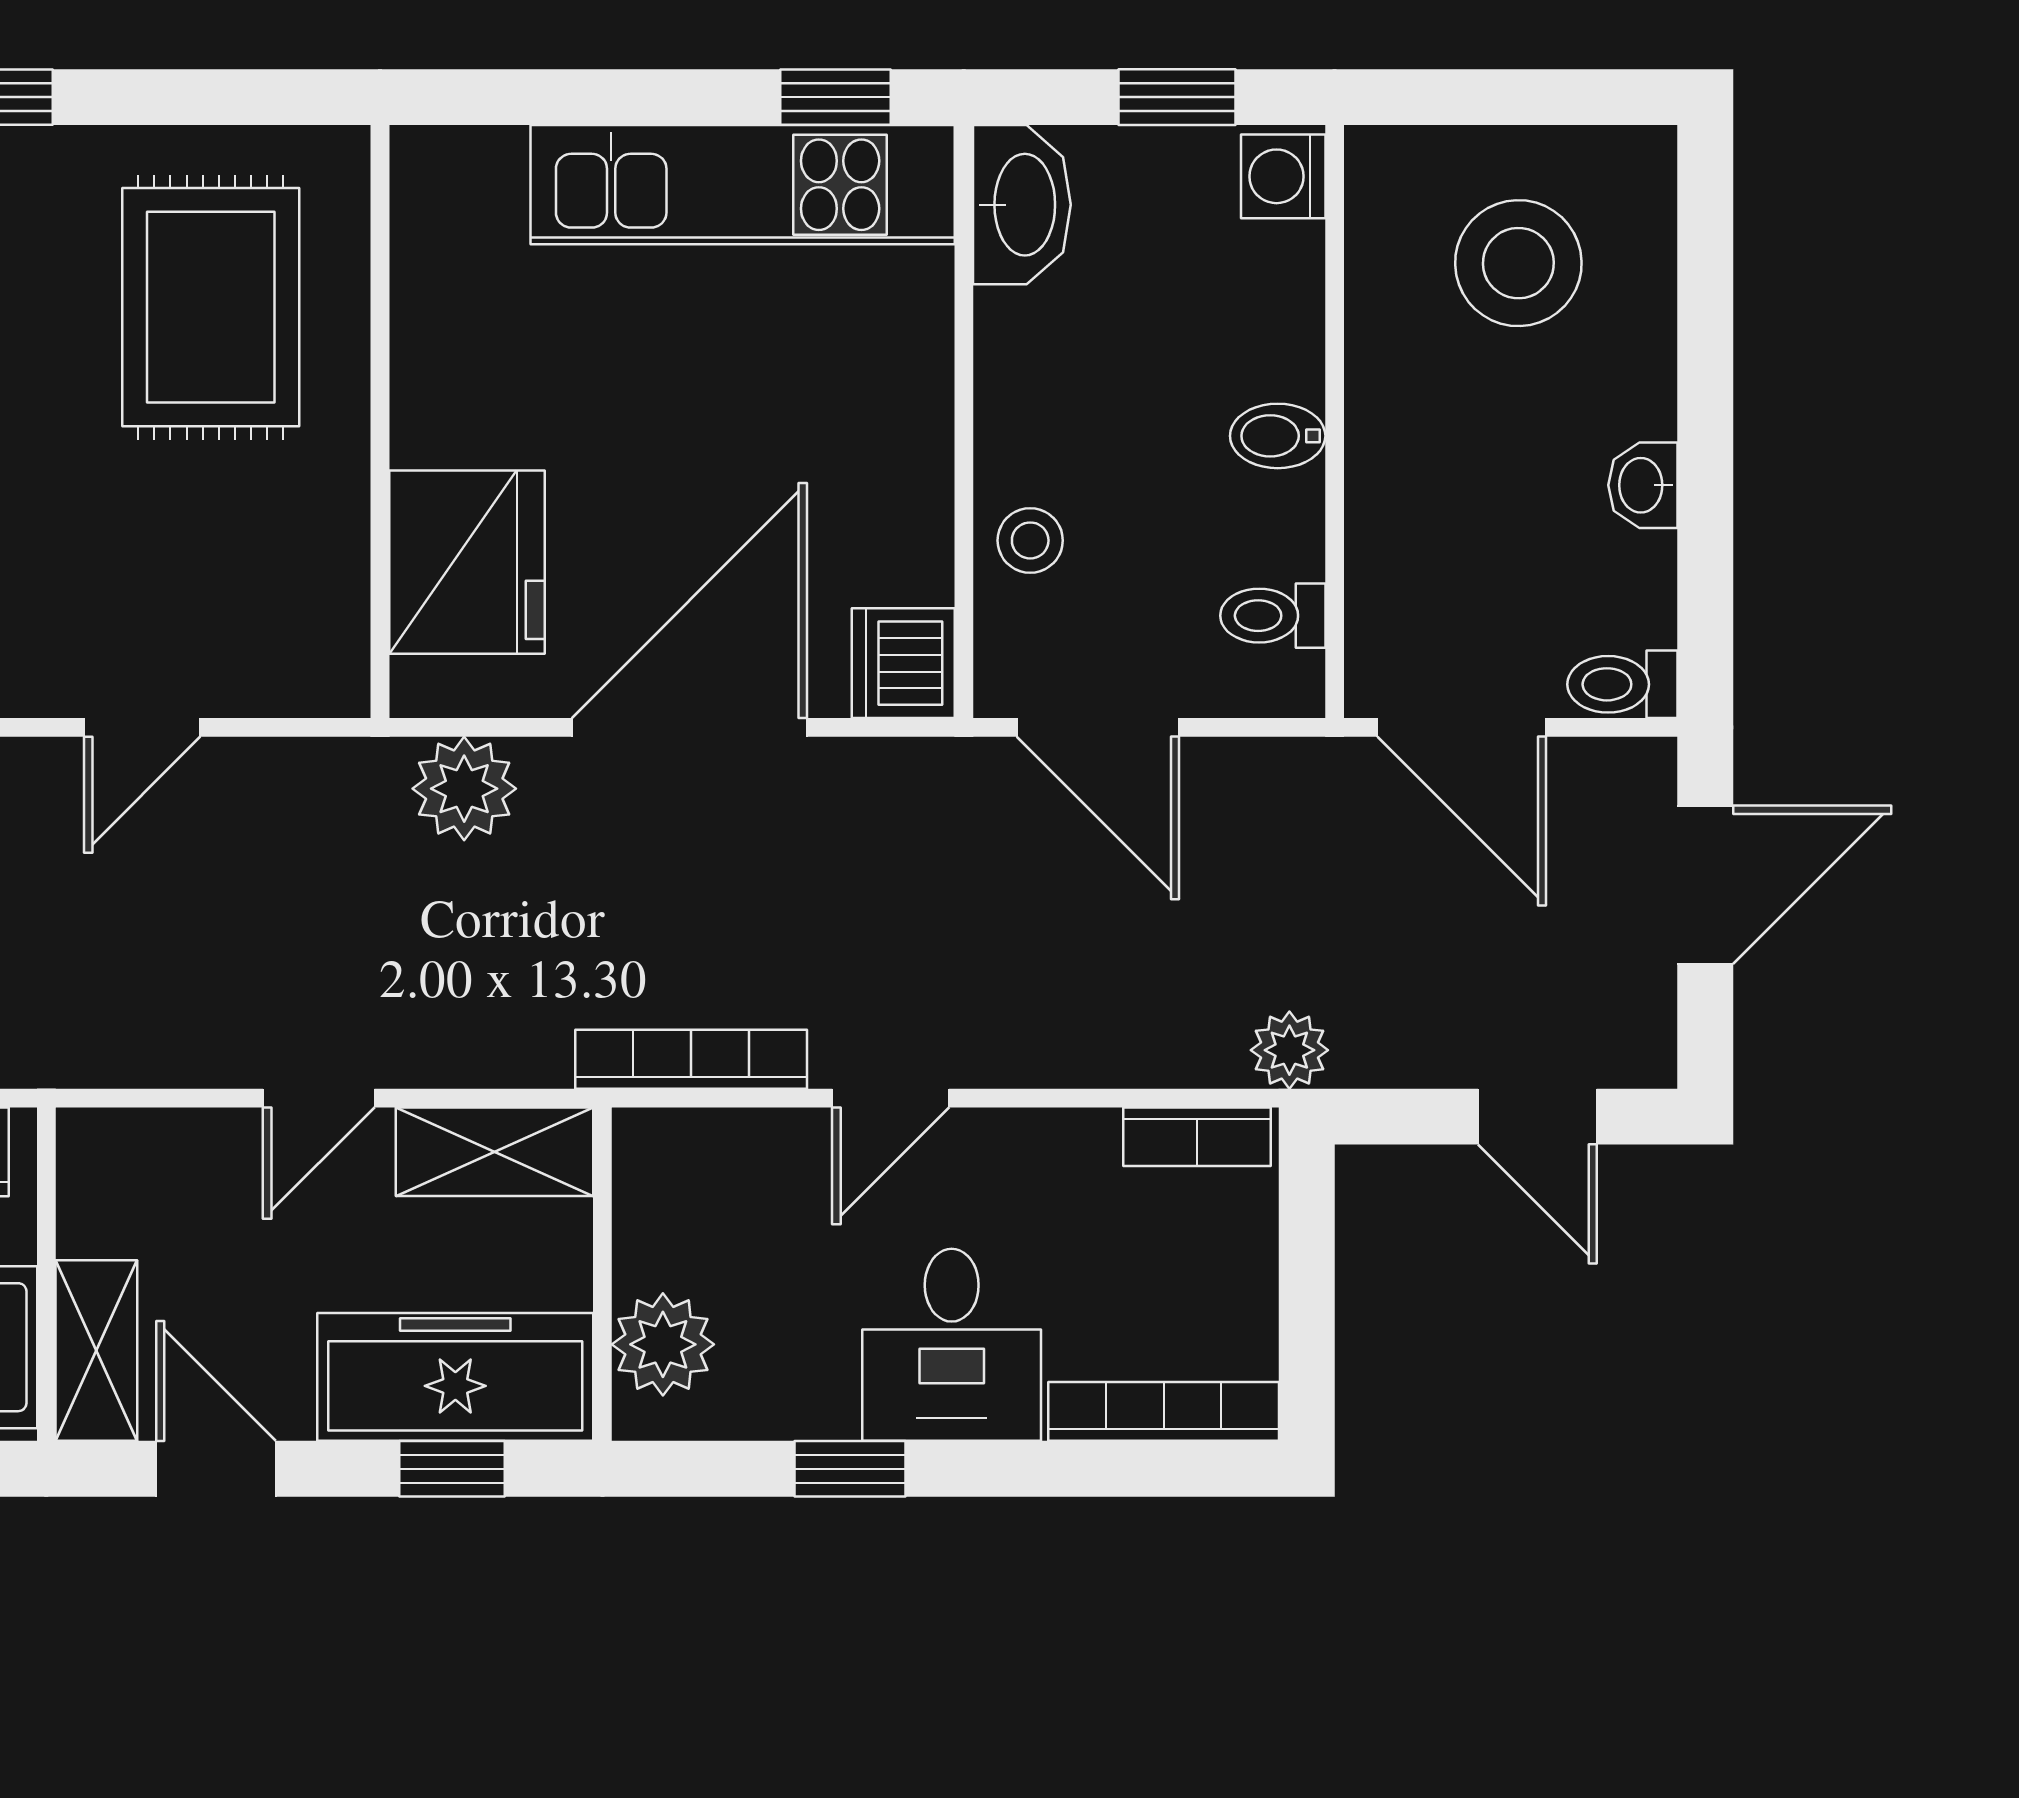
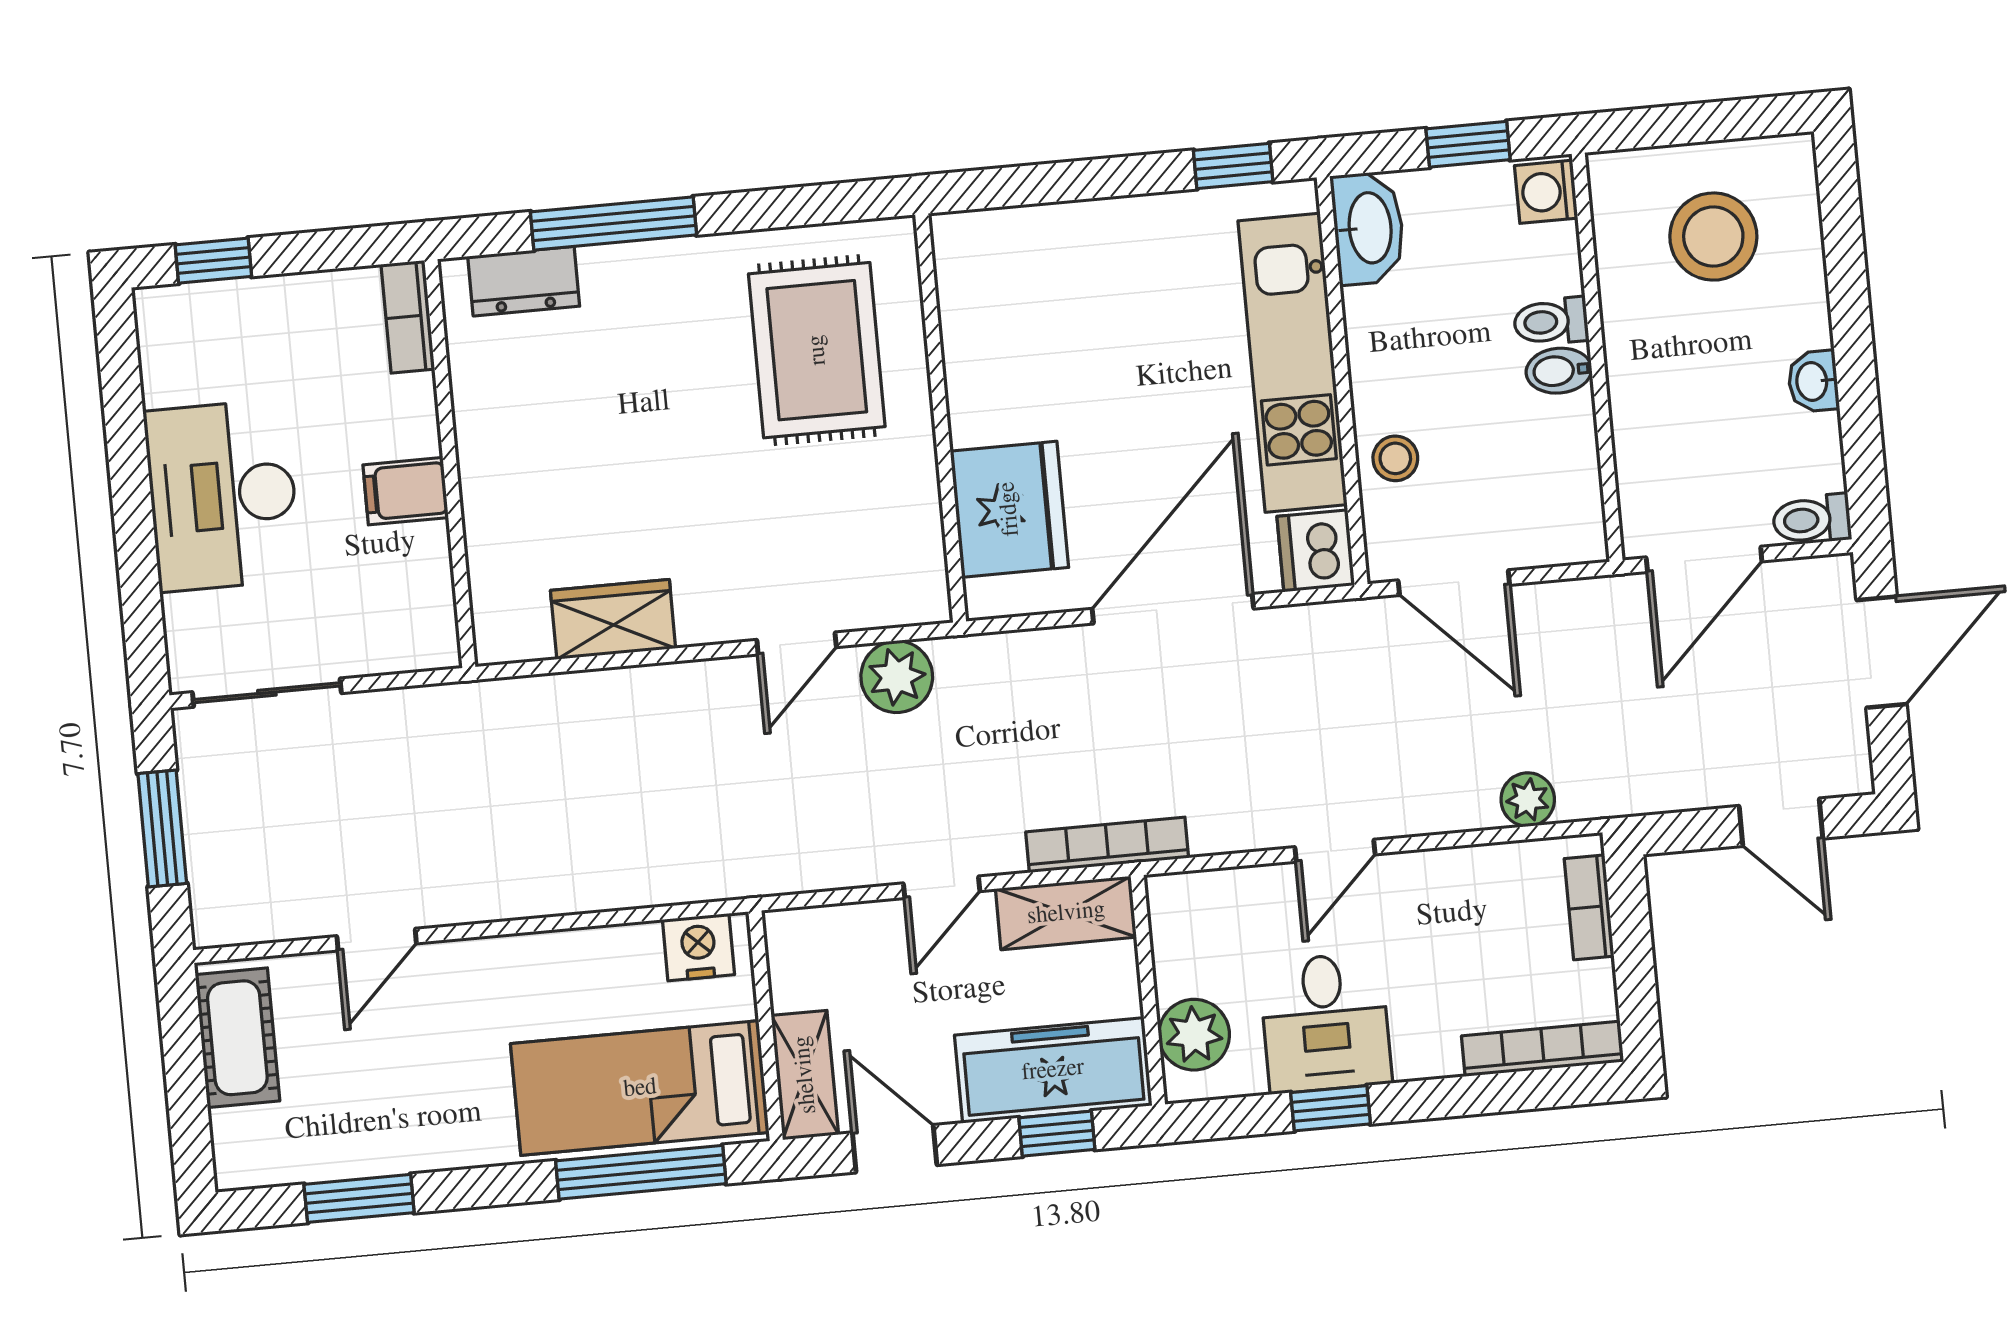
kitchen unit: (743, 185) -> (1293, 363), moved, turned 90
toilet: (1273, 616) -> (1551, 321), moved
door: (1462, 727) -> (1704, 559), hinge flipped
plant: (464, 789) -> (897, 677), moved
plant: (1289, 1050) -> (1528, 800), moved
bookcase: (691, 1059) -> (1107, 845), moved
bookcase: (1197, 1137) -> (1589, 907), moved, turned 90
desk: (952, 1345) -> (1325, 1023), moved

